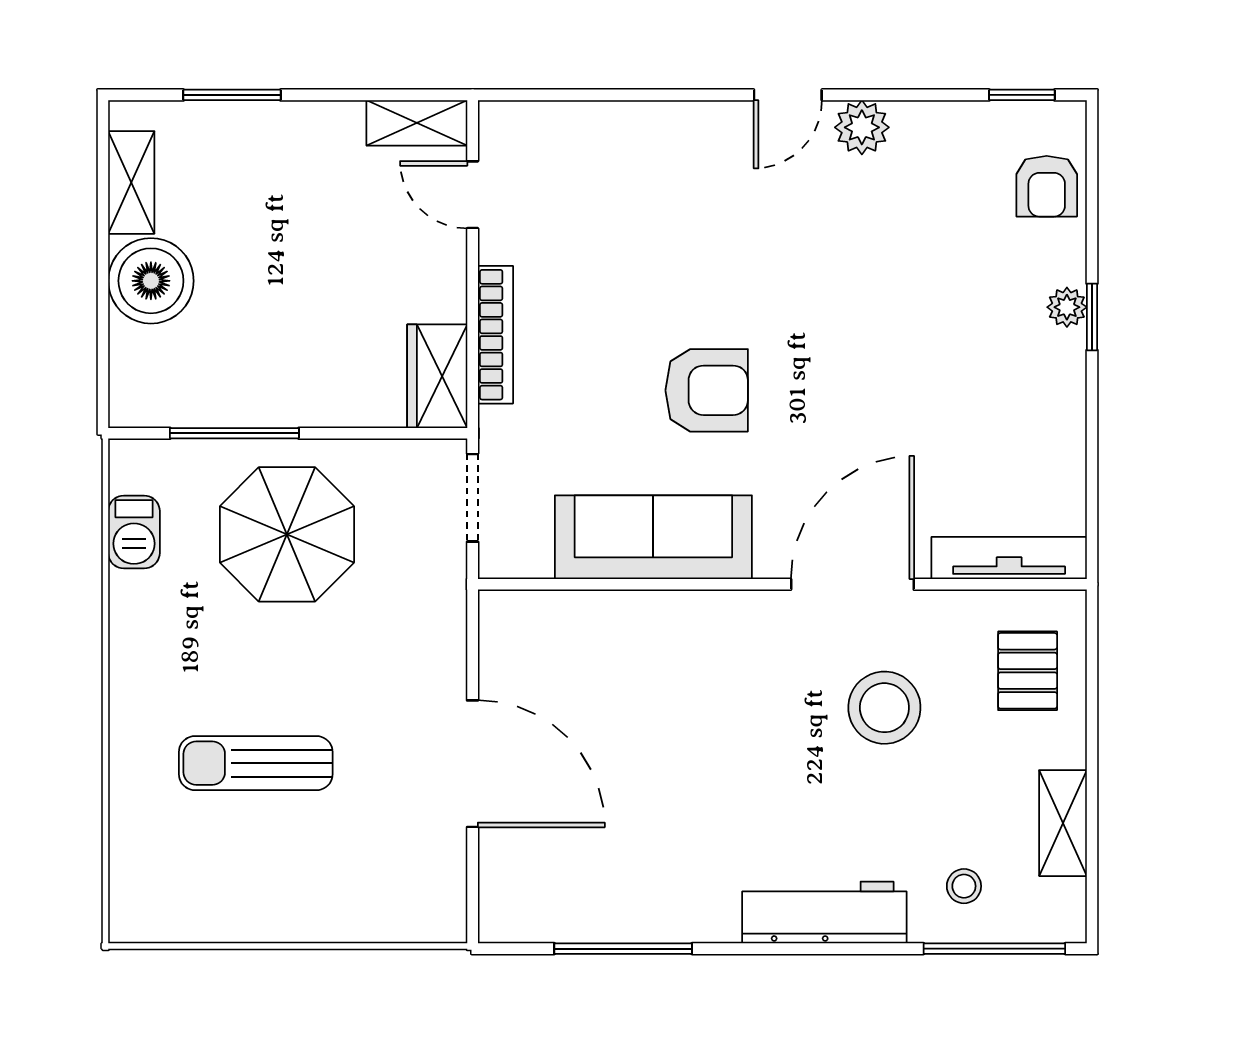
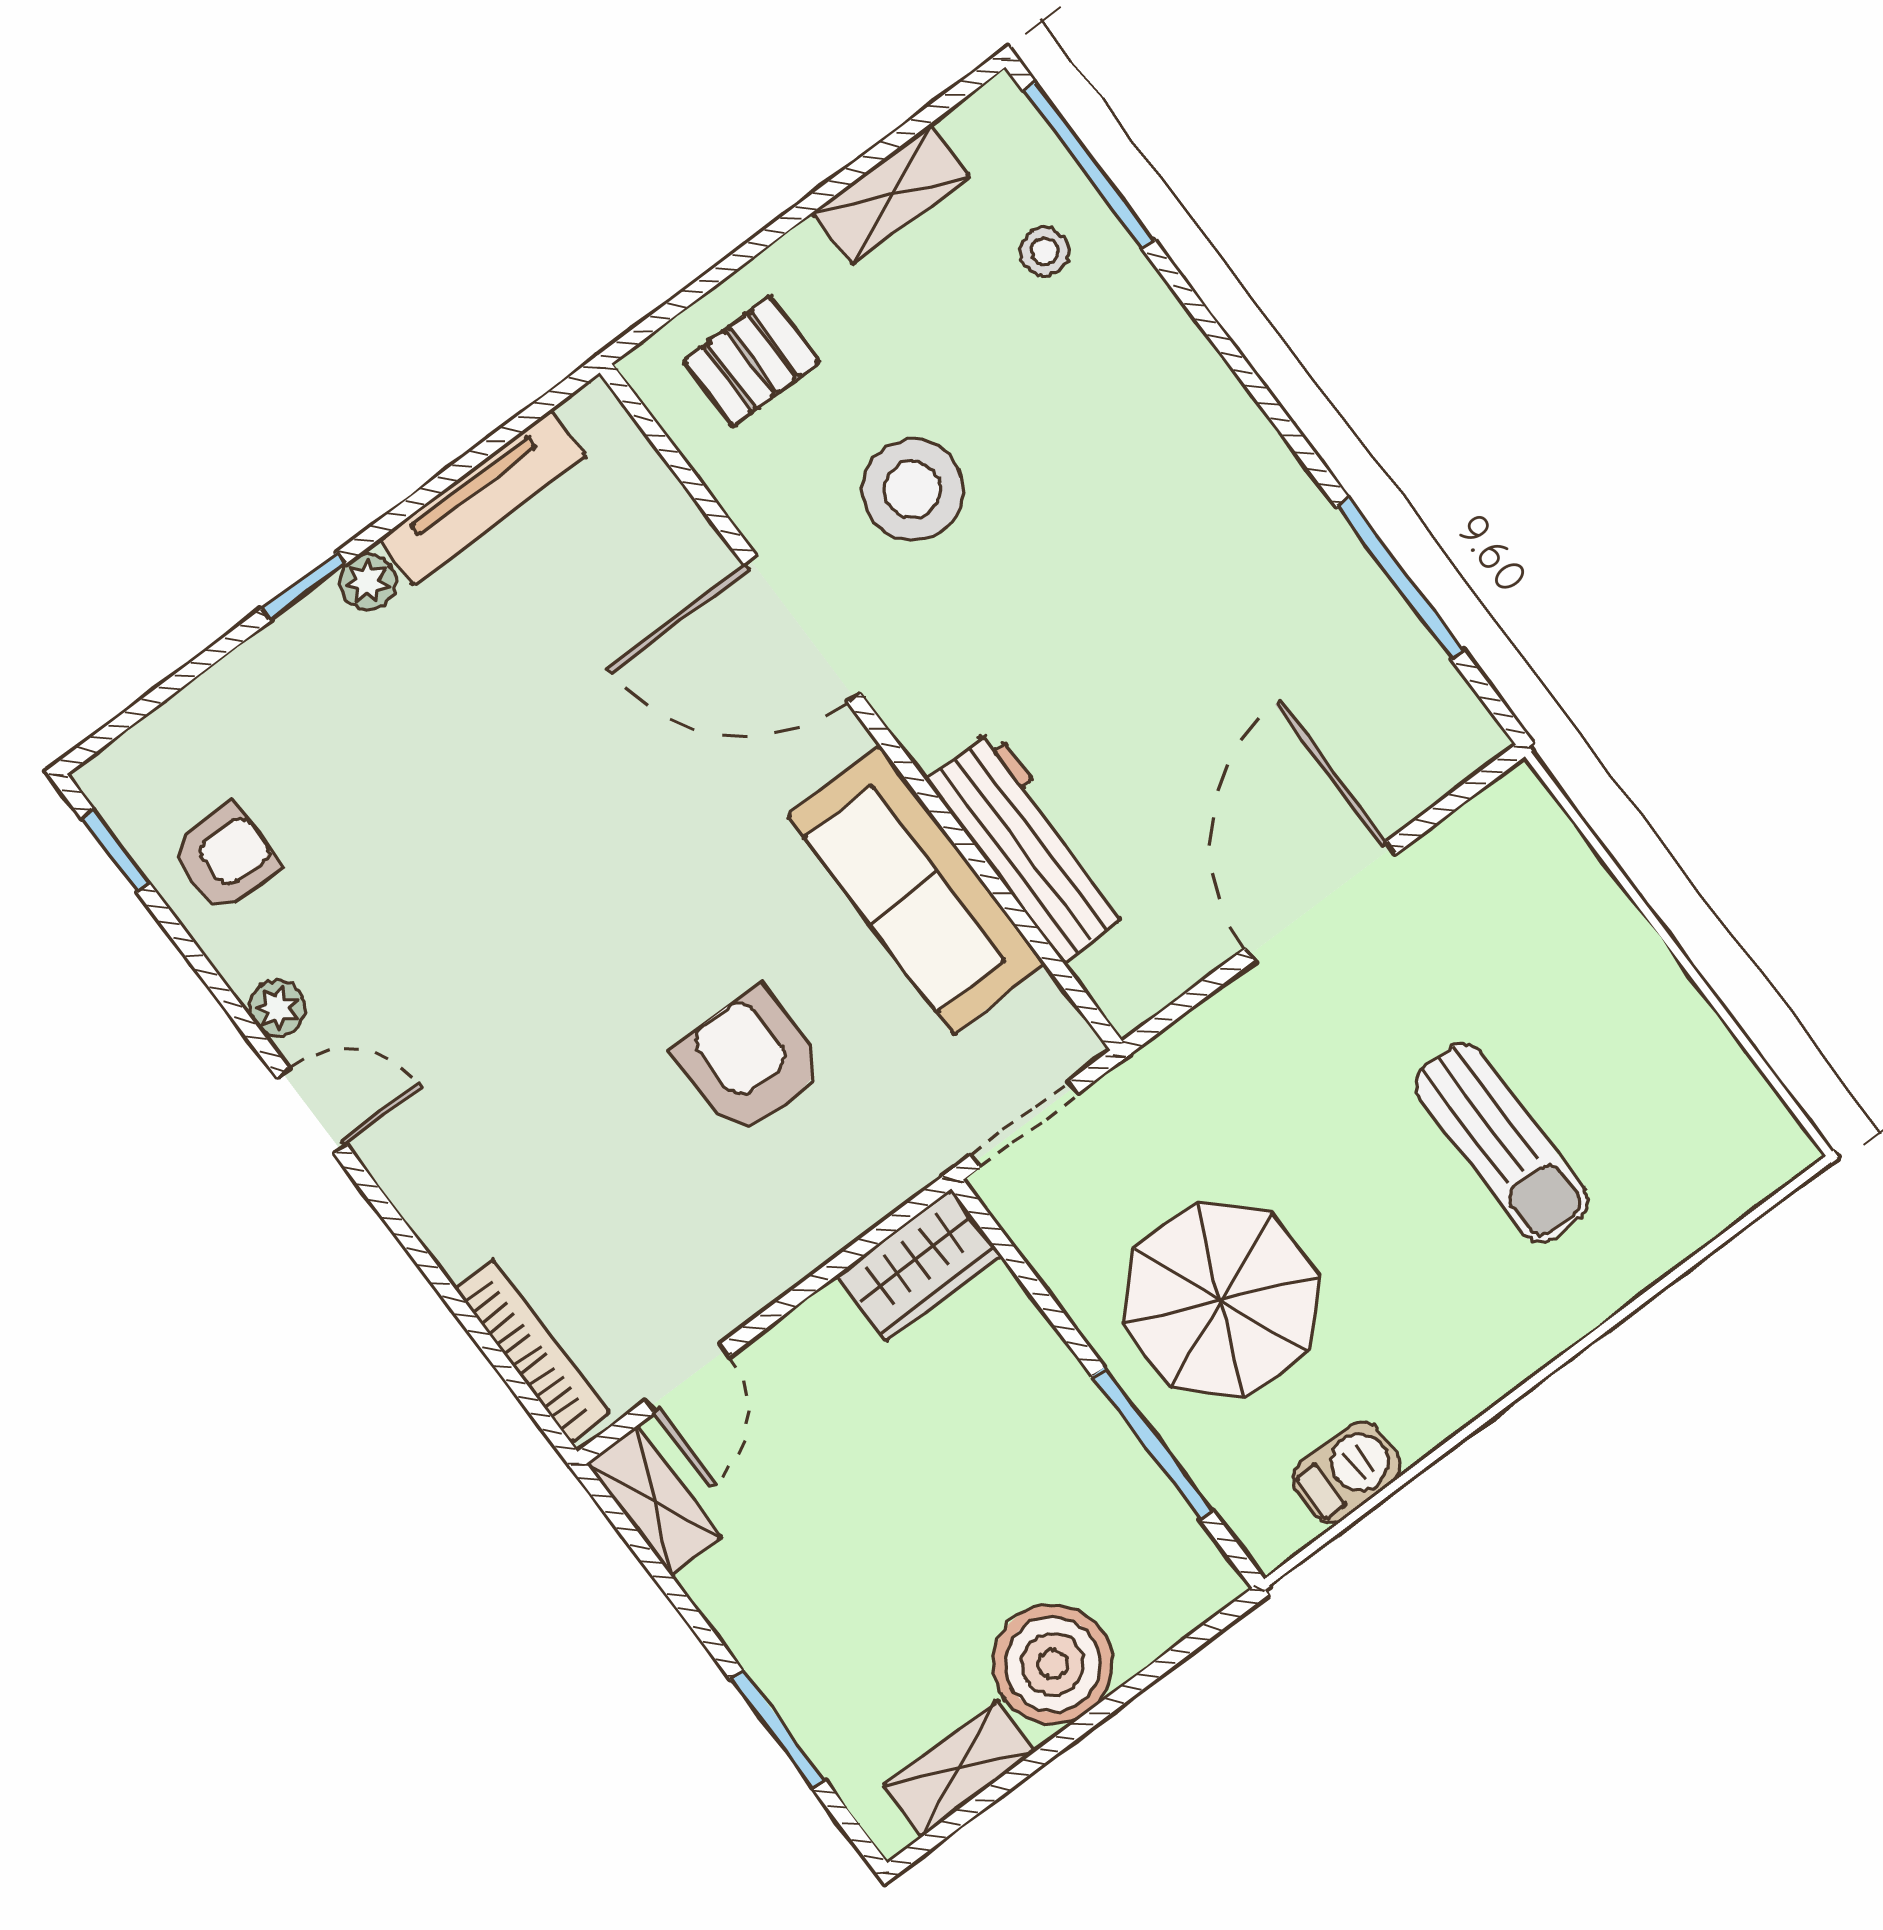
plant: (862, 127) -> (277, 1008), width x0.73, depth x0.73
armchair: (1047, 186) -> (225, 858), moved
plant: (1067, 307) -> (368, 582), moved
bookcase: (495, 335) -> (532, 1351), moved, turned 90
armchair: (707, 390) -> (750, 1061), moved
tv unit: (1009, 558) -> (482, 498), moved, turned -90
workbench: (824, 912) -> (1028, 845), moved, turned 180

